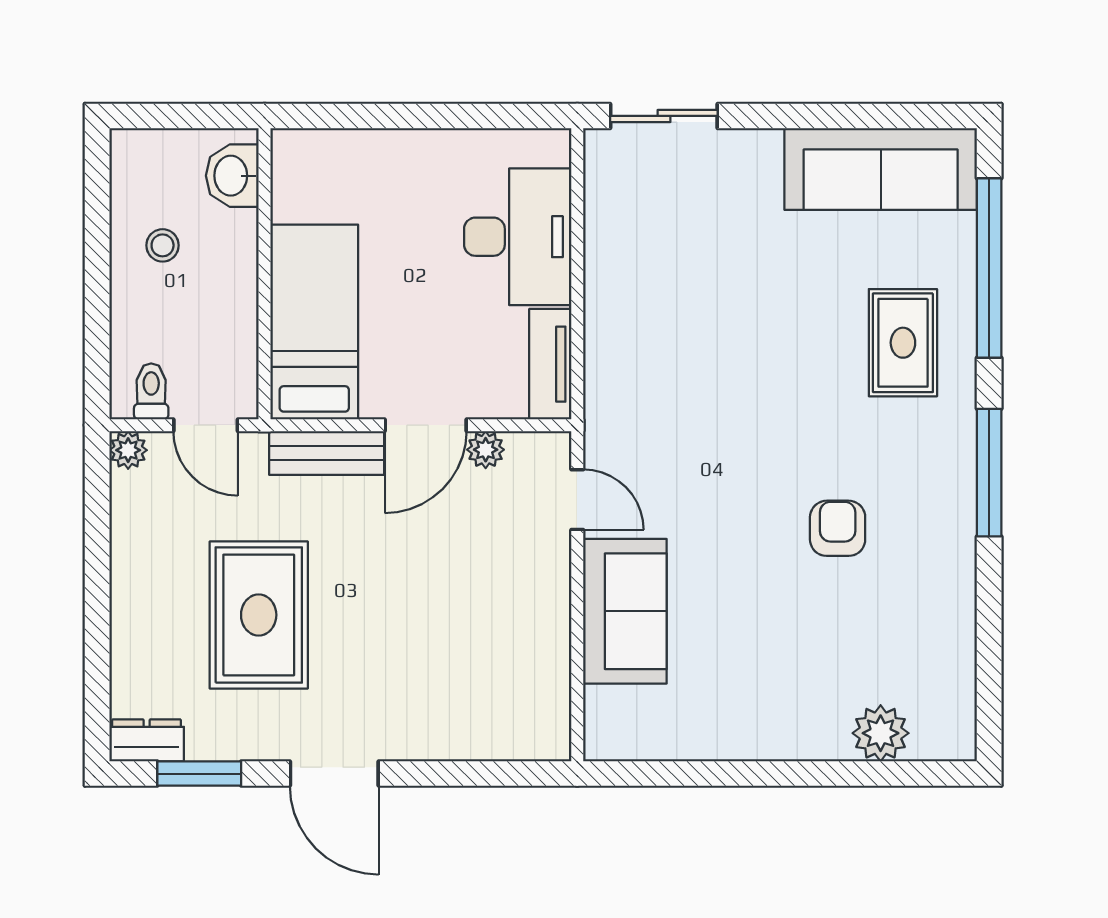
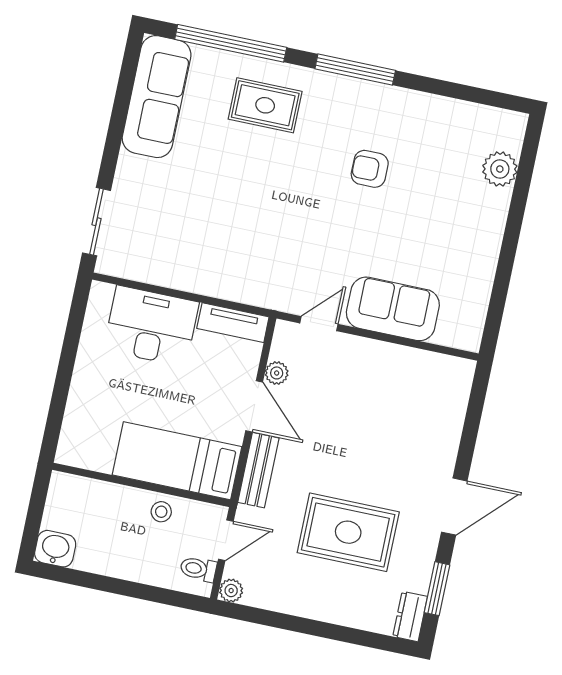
washbasin: (232, 176) -> (55, 549), moved, turned 180
stool: (163, 245) -> (161, 512), moved

